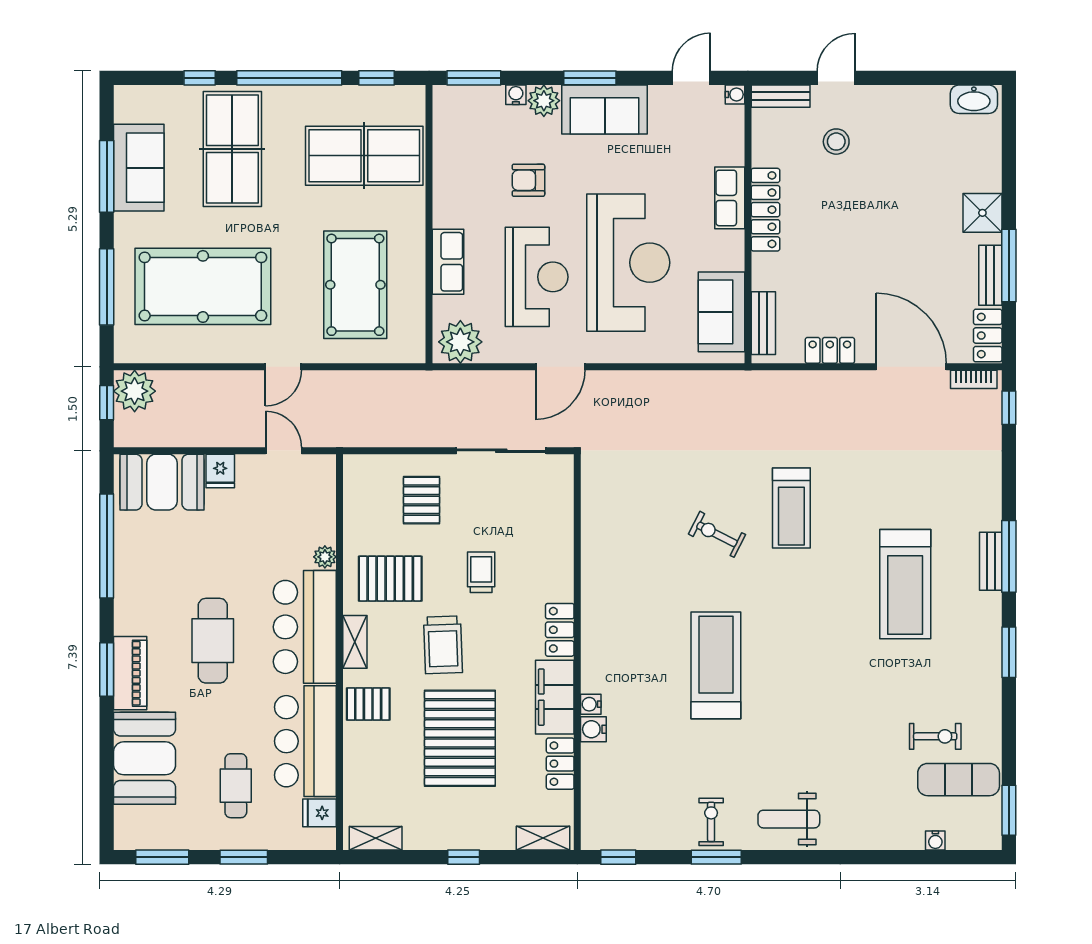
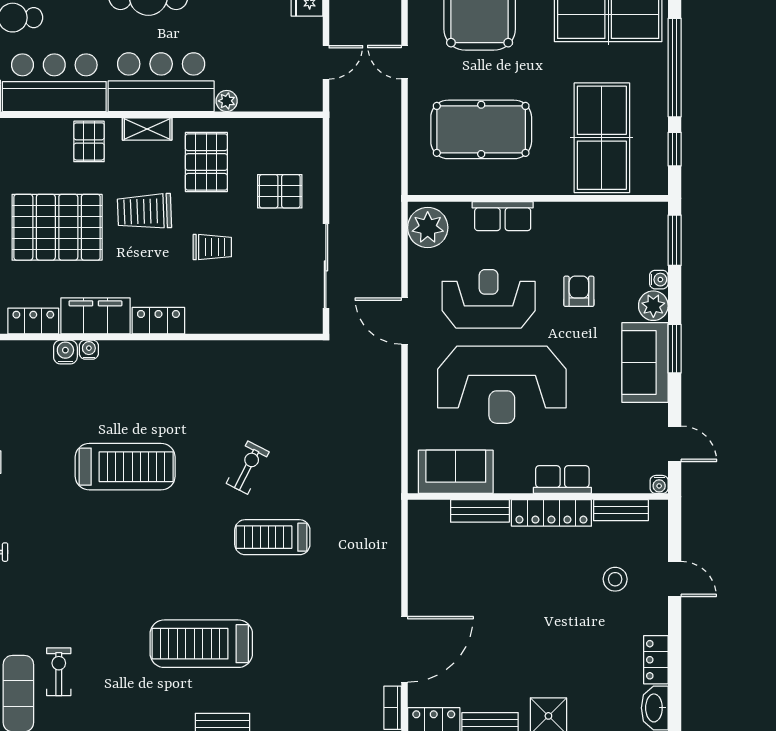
bench: (781, 96) -> (621, 510), moved, turned 90
reception desk: (537, 277) -> (489, 299), turned 180
bench: (763, 323) -> (480, 511), moved
locker: (830, 350) -> (656, 660), moved, turned 180
exercise bike: (935, 736) -> (59, 672), turned 180

